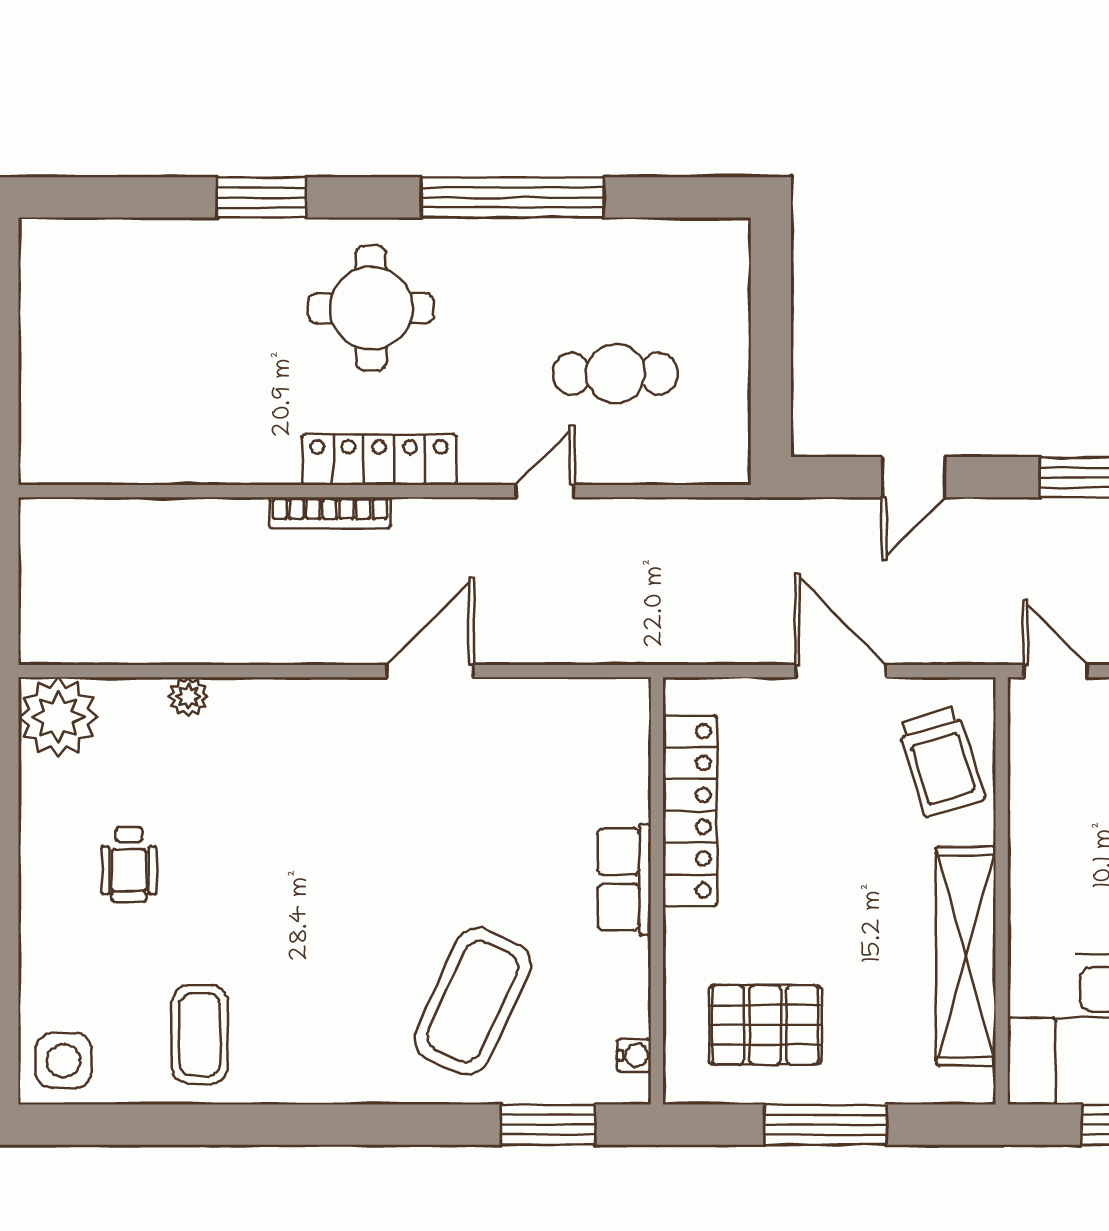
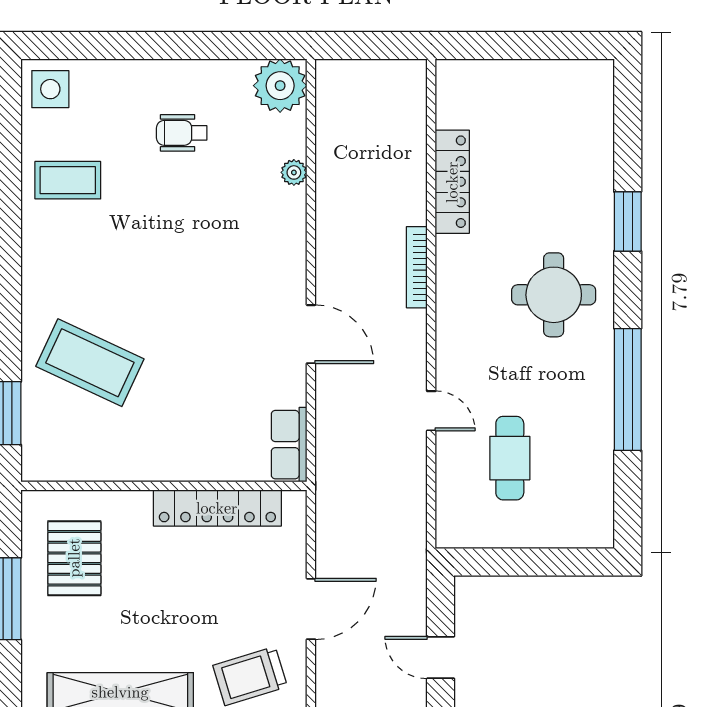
locker: (379, 460) -> (452, 182), moved
row of seats: (624, 879) -> (289, 445), moved, turned -90
water cooler: (634, 1055) -> (54, 471), removed

